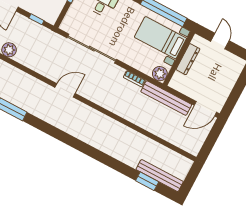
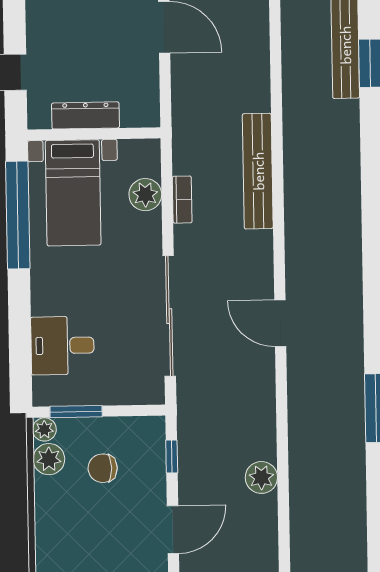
plant: (160, 74) -> (145, 195), moved
bench: (166, 98) -> (258, 171), moved

